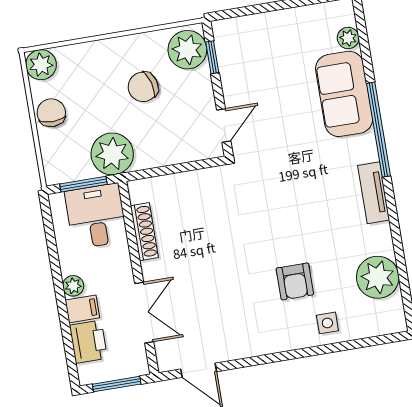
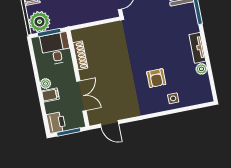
plant: (112, 154) -> (40, 22), moved
tv unit: (374, 193) -> (197, 48), moved
plant: (378, 277) -> (201, 69), width x0.53, depth x0.53
printer: (88, 342) -> (56, 123), moved

